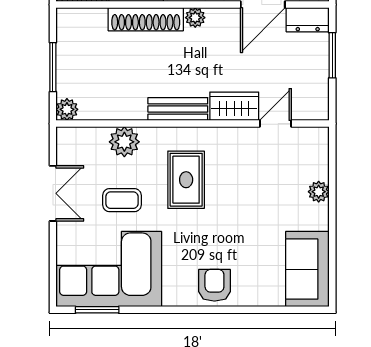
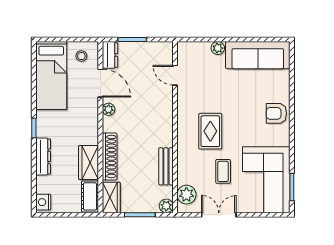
plant: (195, 18) -> (109, 109), moved
wardrobe: (234, 106) -> (111, 197), moved, turned 180
bench: (178, 109) -> (166, 166), moved
plant: (124, 142) -> (186, 195), moved
rug: (186, 180) -> (210, 131), turned 90
sofa: (307, 269) -> (258, 55), width x1.36

